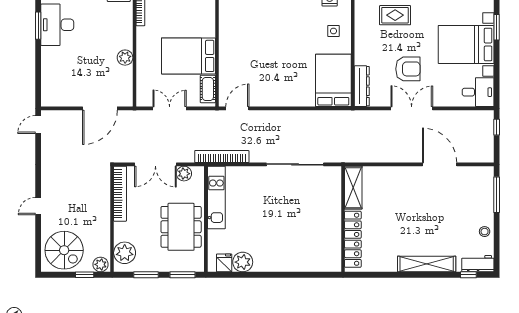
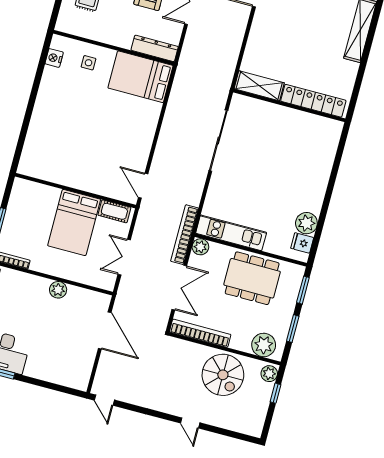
bookcase: (222, 157) -> (184, 235), moved
plant: (184, 174) -> (200, 247), moved
spiral stairs: (64, 250) -> (223, 375), moved, turned 90

